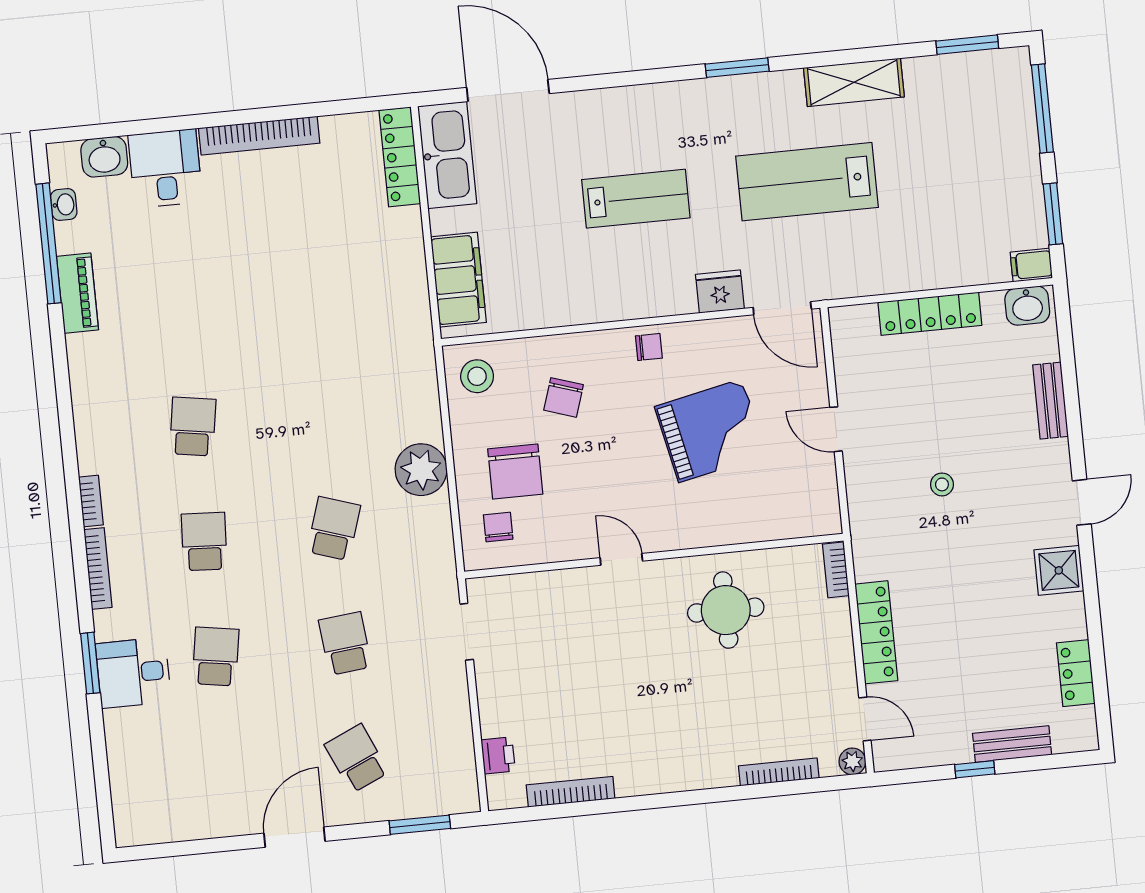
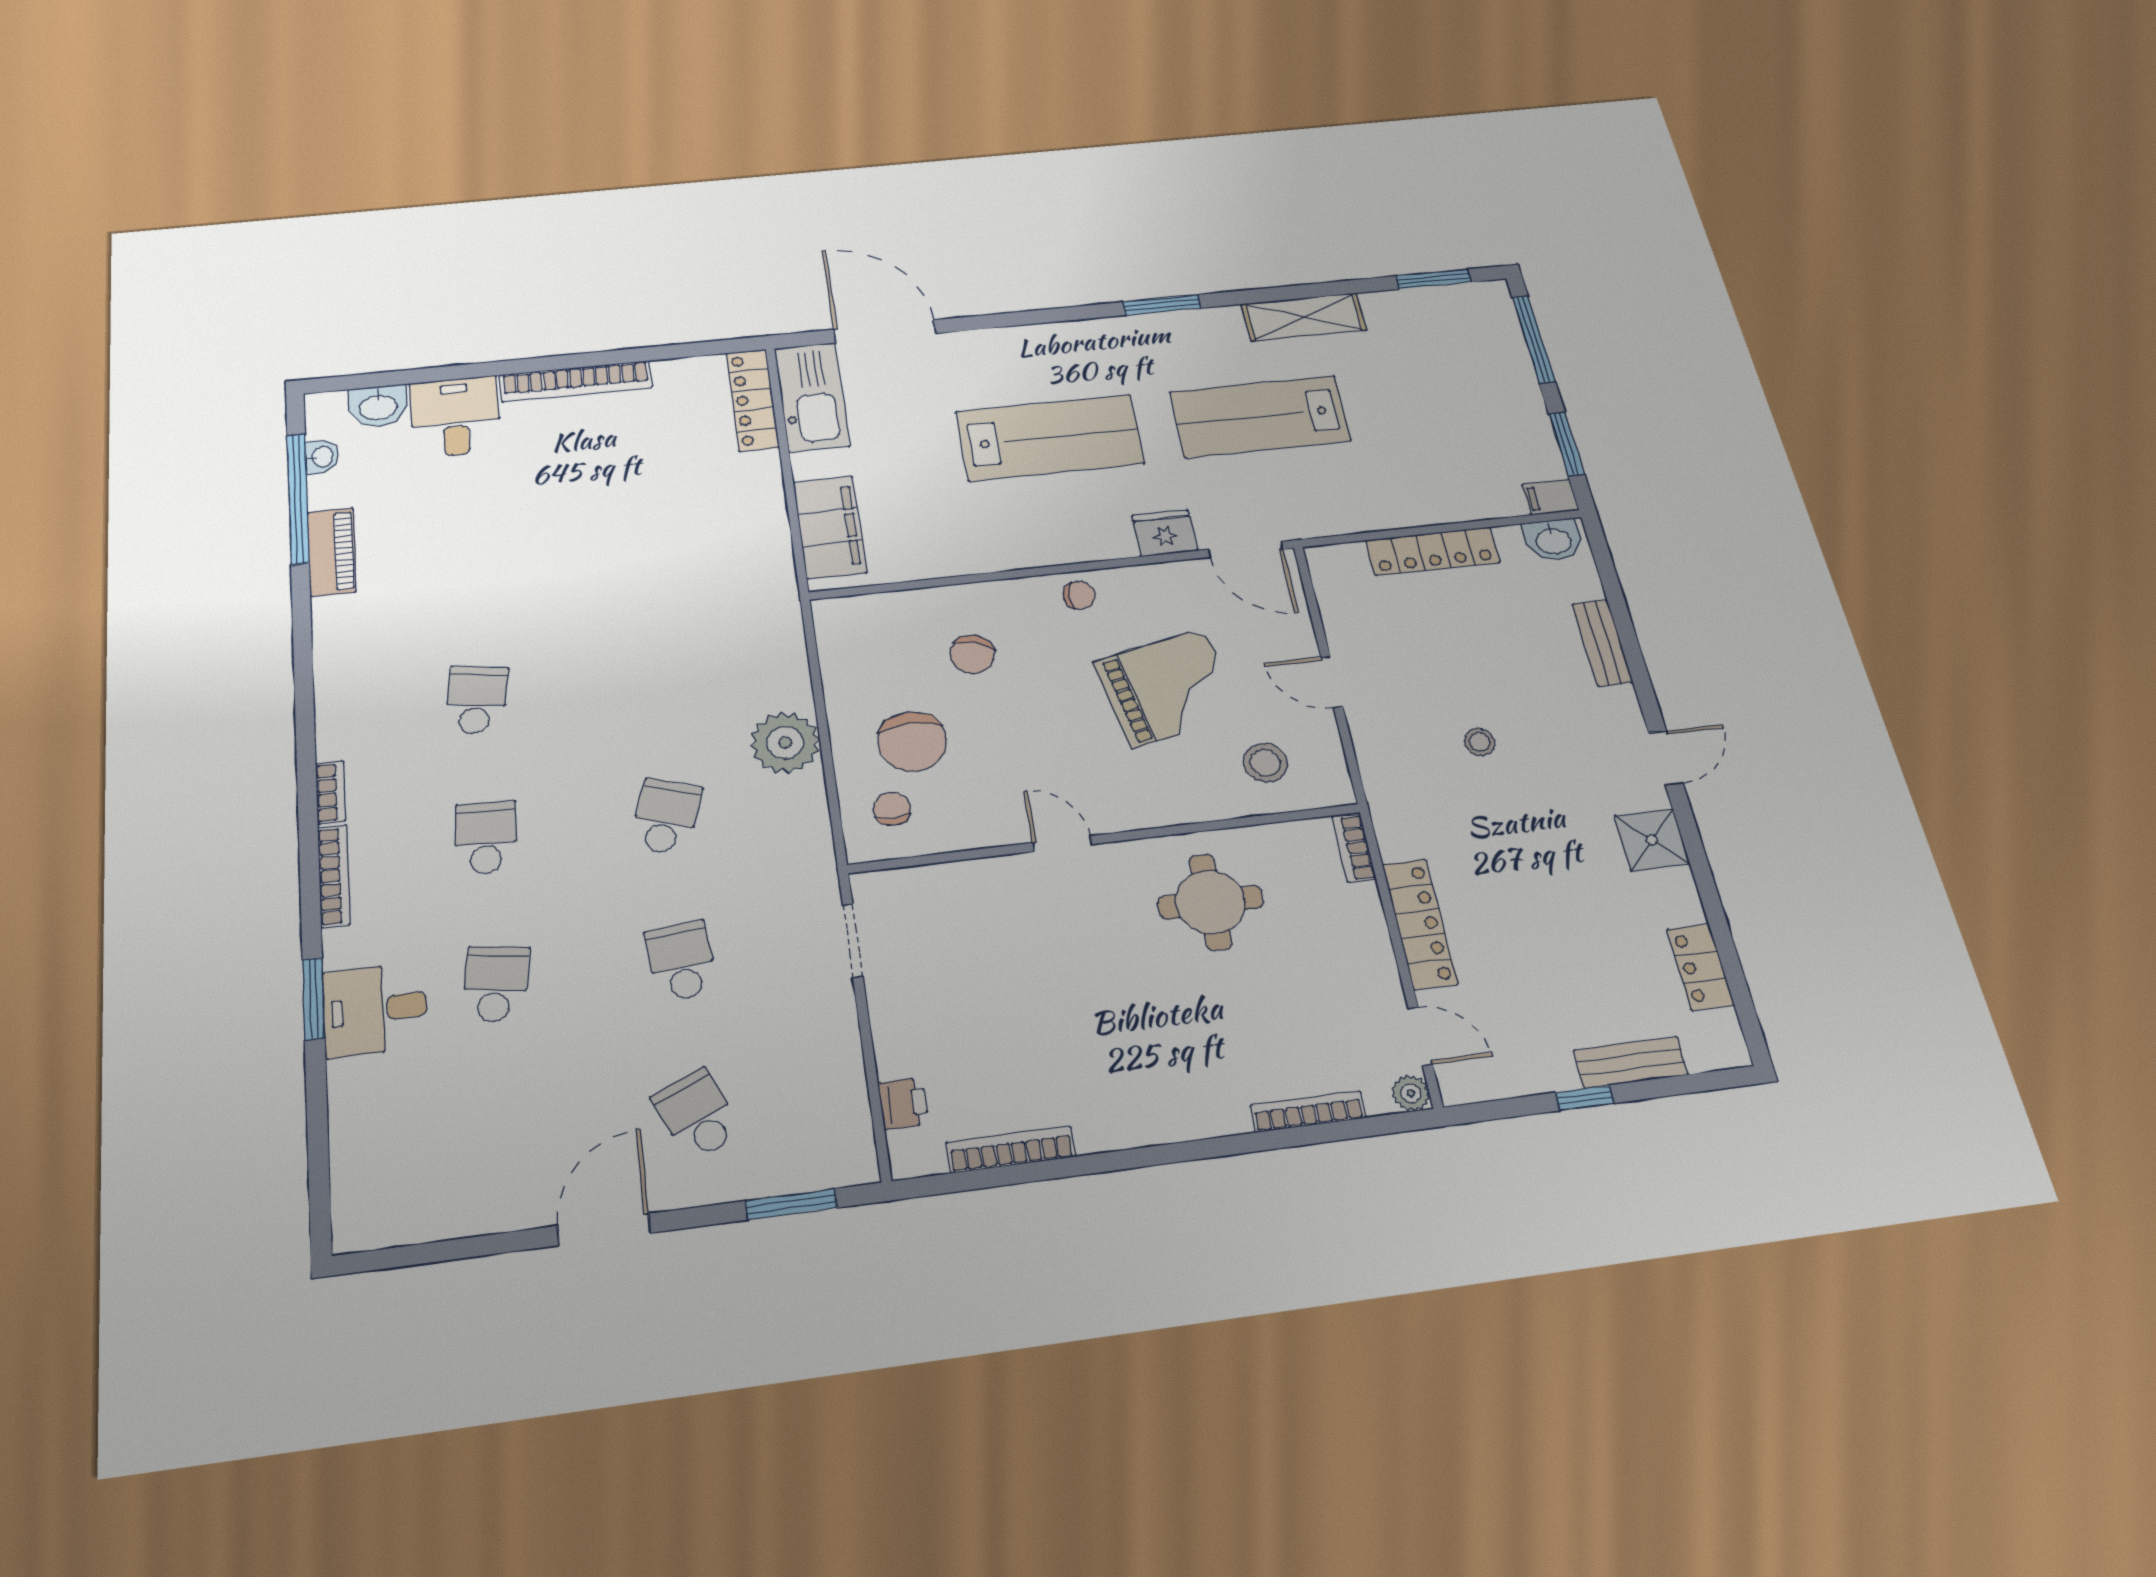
lab bench: (636, 199) -> (1050, 438), width x1.36, depth x1.39
stool: (477, 376) -> (1265, 763), moved

